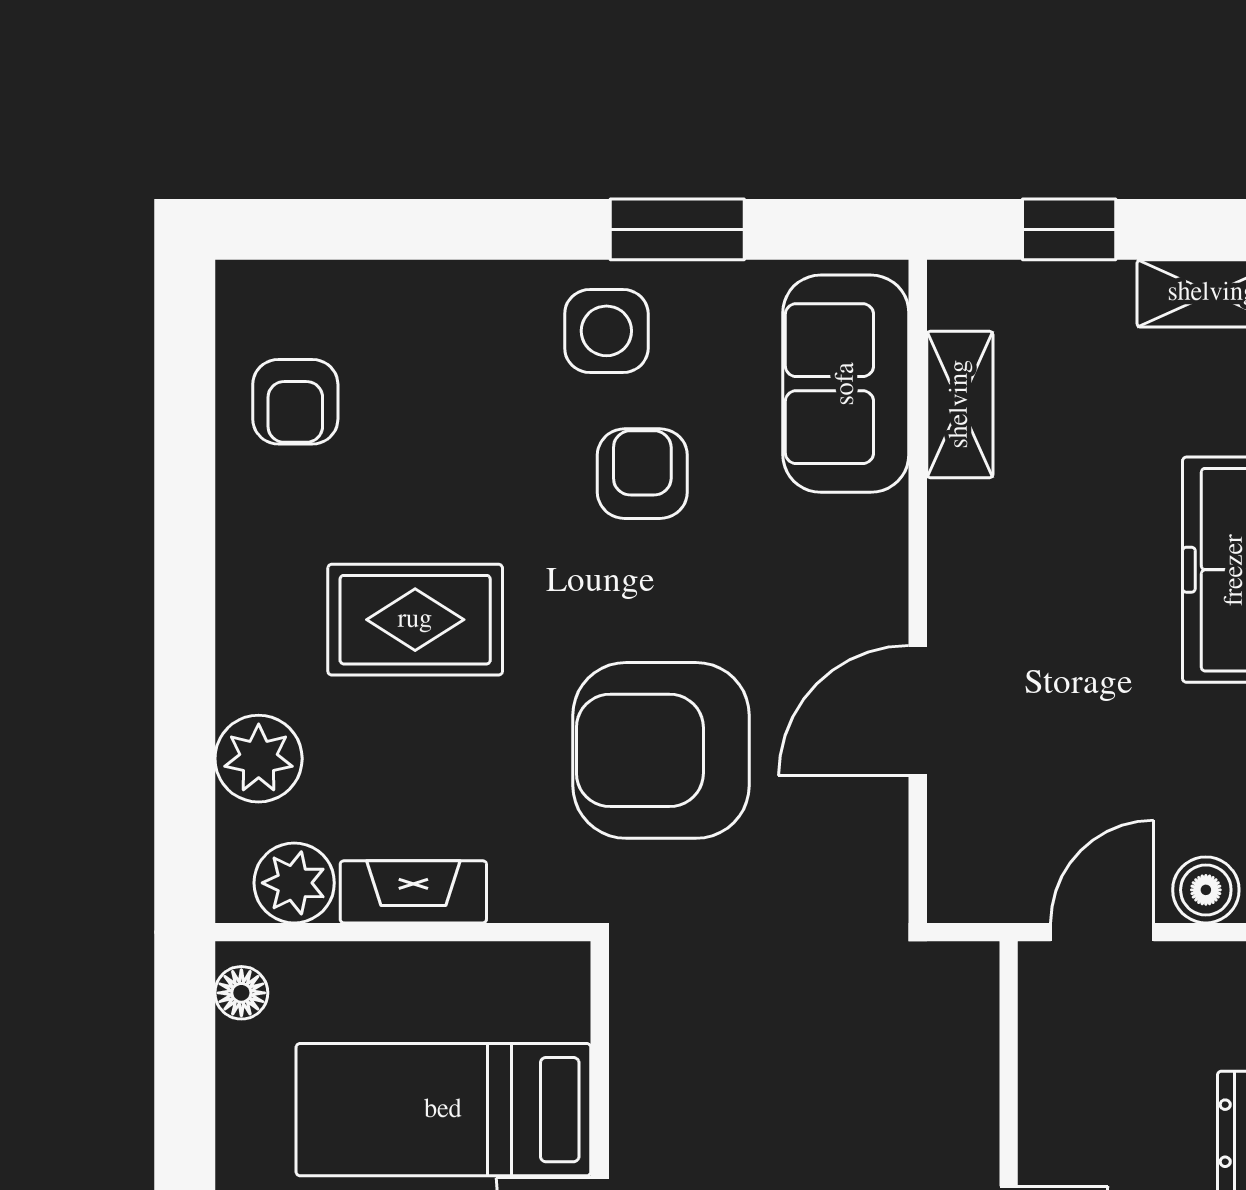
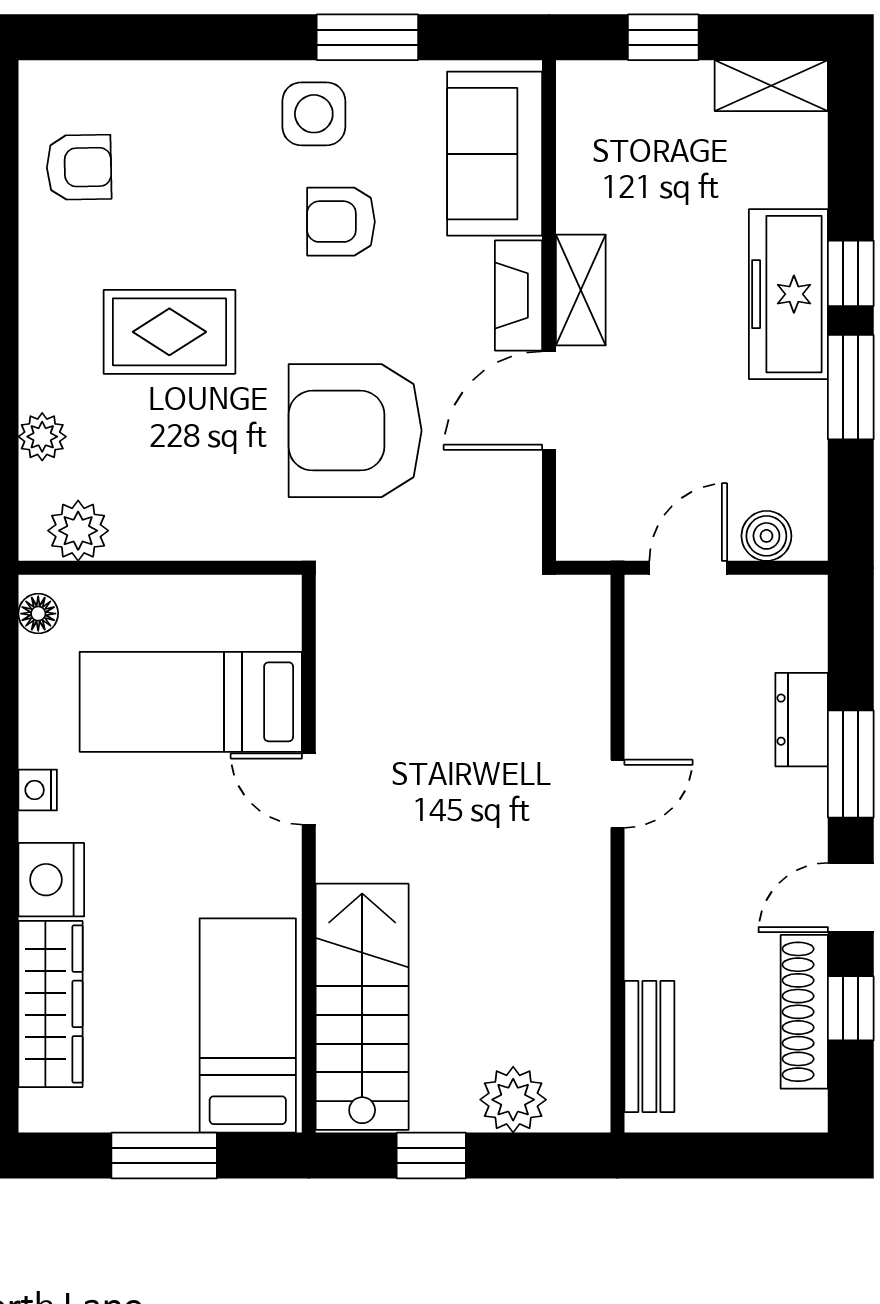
armchair: (295, 402) -> (79, 167), turned -91
shelving: (960, 404) -> (581, 290), moved
armchair: (642, 474) -> (341, 222), turned -90
plant: (259, 759) -> (42, 437), width x0.73, depth x0.73
fireplace: (413, 892) -> (519, 295), moved, turned -90

